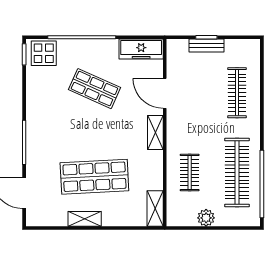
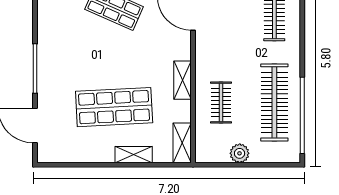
shelving: (155, 133) -> (183, 80), moved
shelving: (85, 219) -> (134, 155), moved

